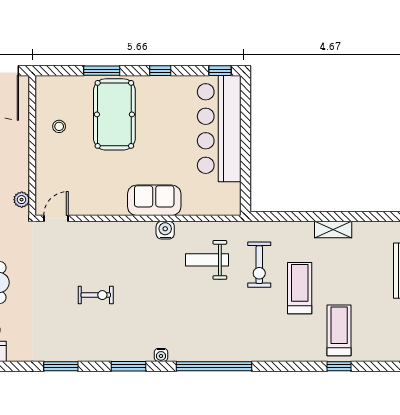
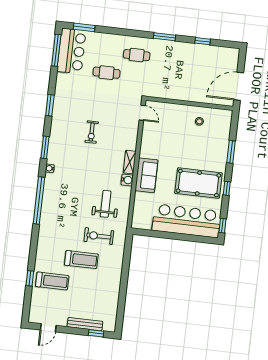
pool table: (114, 114) -> (198, 183), moved
plant: (22, 200) -> (156, 93), removed
shelving: (333, 230) -> (130, 162), moved

